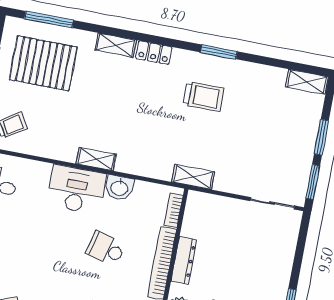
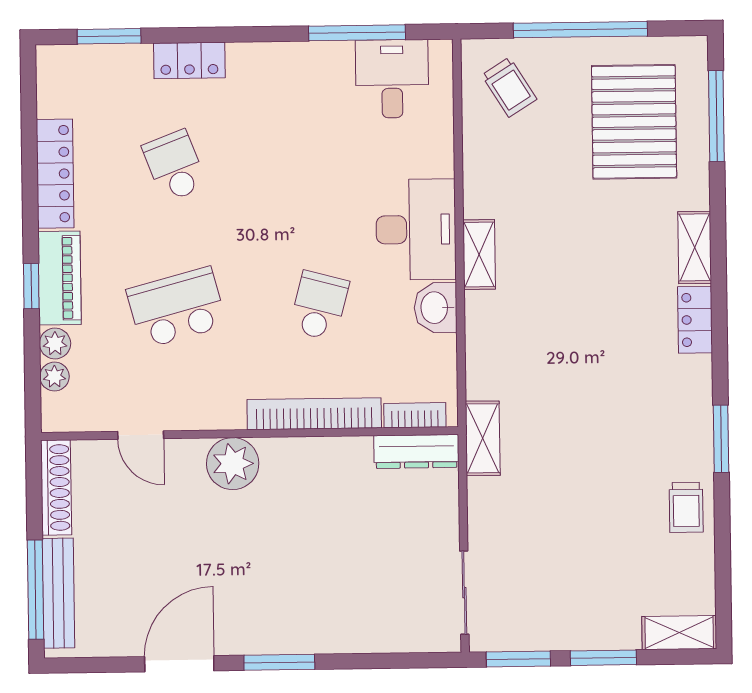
shelving: (307, 82) -> (679, 633), moved, turned 90
trolley: (203, 96) -> (686, 507), moved, width x0.73, depth x0.72
dresser: (184, 260) -> (416, 451), moved

